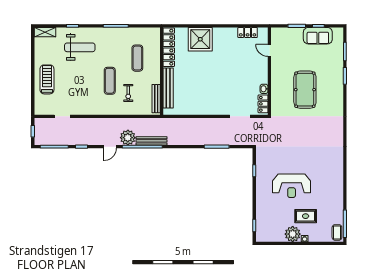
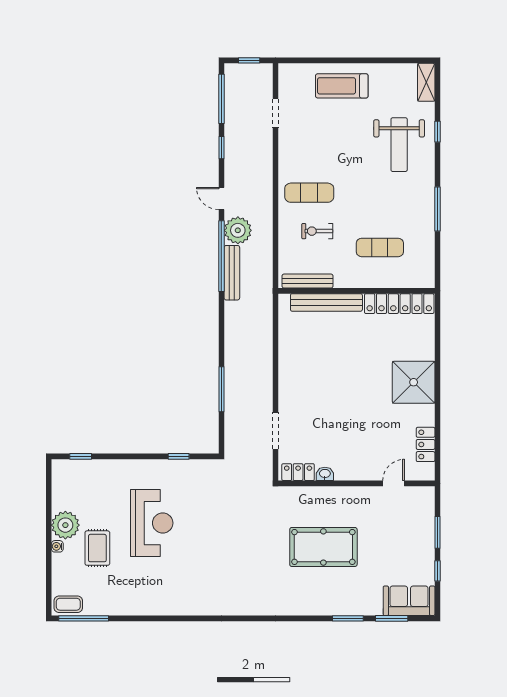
sofa: (318, 36) -> (409, 601), moved, turned 90
shower: (200, 39) -> (414, 382), moved
treadmill: (47, 79) -> (342, 86), turned 180
exercise mat: (110, 81) -> (309, 193), moved
reception desk: (292, 186) -> (152, 523), turned 180

